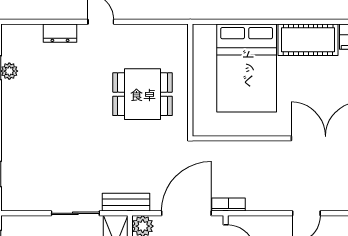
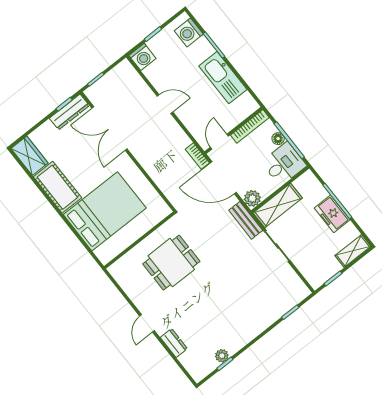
dining table: (143, 94) -> (171, 263), turned 90

